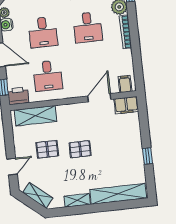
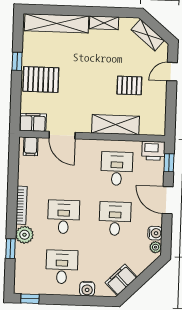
door: (99, 98) -> (62, 135), hinge flipped
shelving: (36, 116) -> (116, 125), moved
pallet: (80, 149) -> (41, 80), moved, width x1.50, depth x1.42

